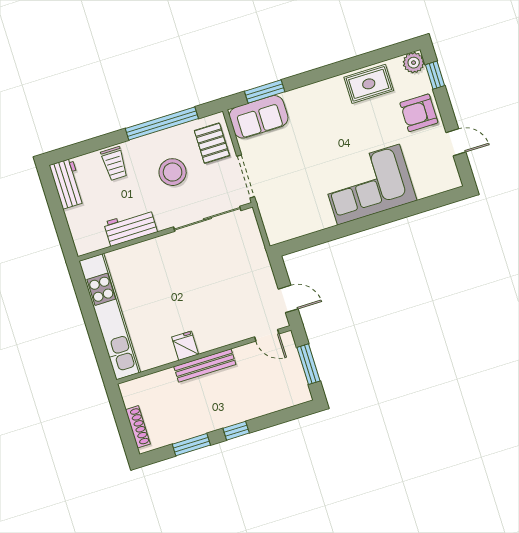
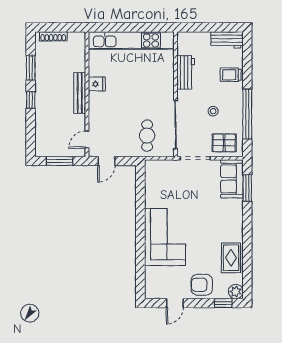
armchair: (419, 113) -> (202, 285), turned -90
stool: (173, 172) -> (213, 111), width x0.53, depth x0.53
cafe table: (235, 253) -> (147, 136), added

